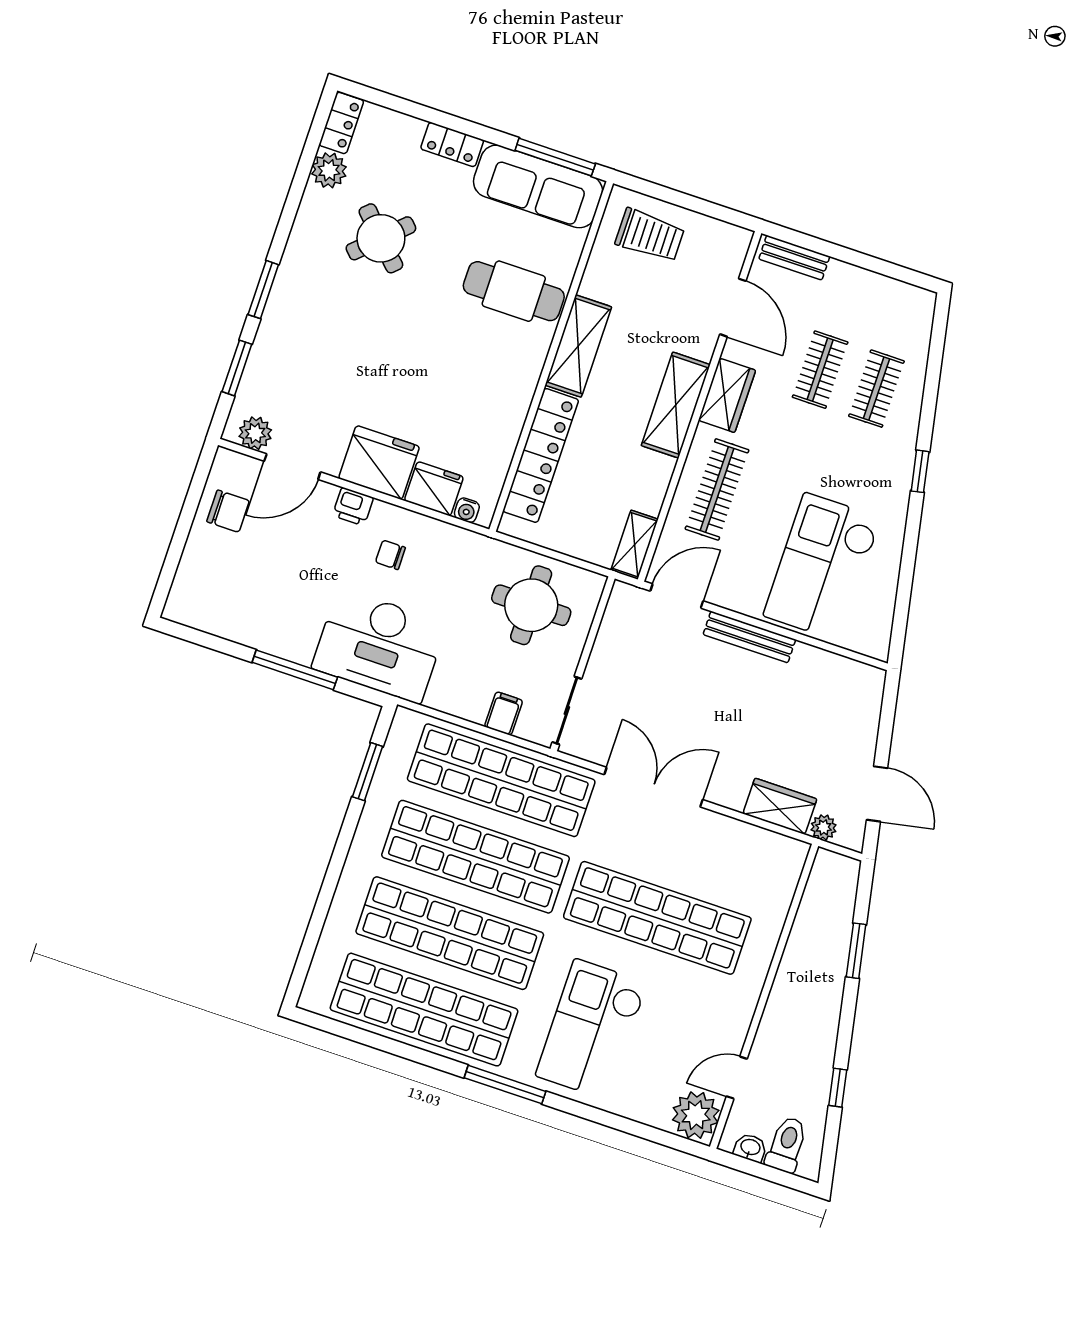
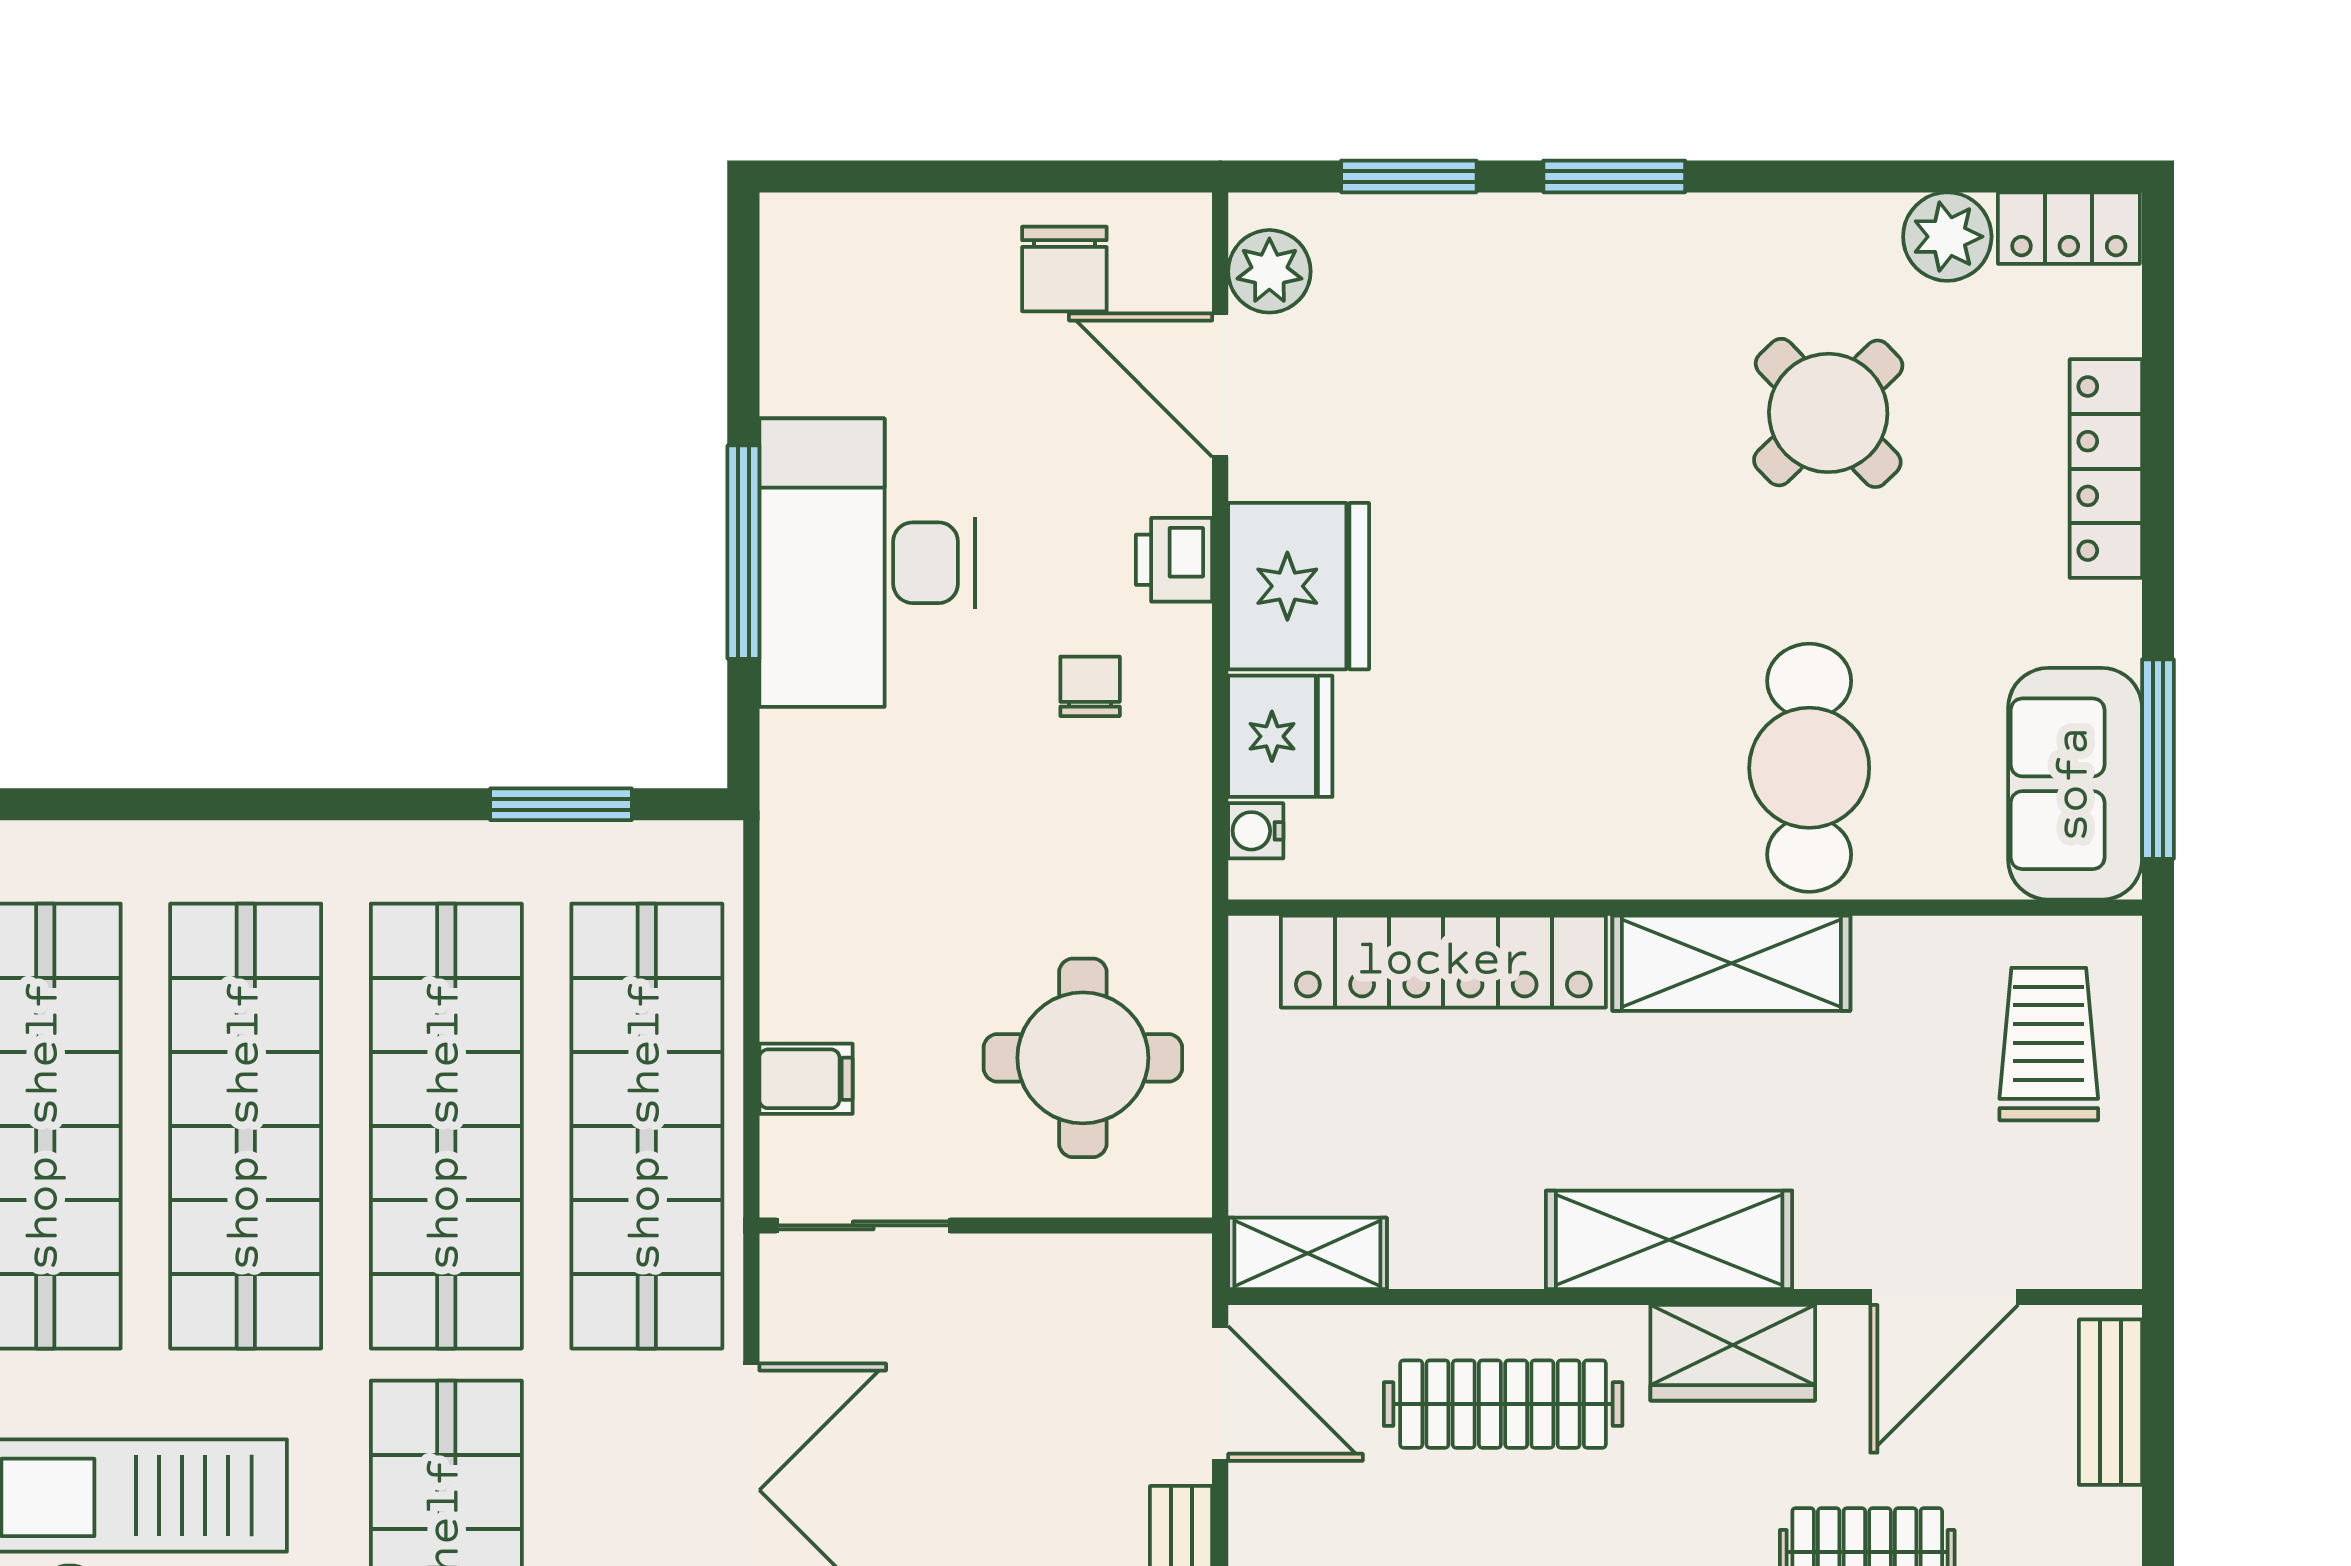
locker: (452, 144) -> (2106, 469), width x1.53
sofa: (538, 186) -> (2075, 784), width x0.73
trolley: (650, 235) -> (2049, 1044), turned 180
desk: (379, 646) -> (867, 563), moved

